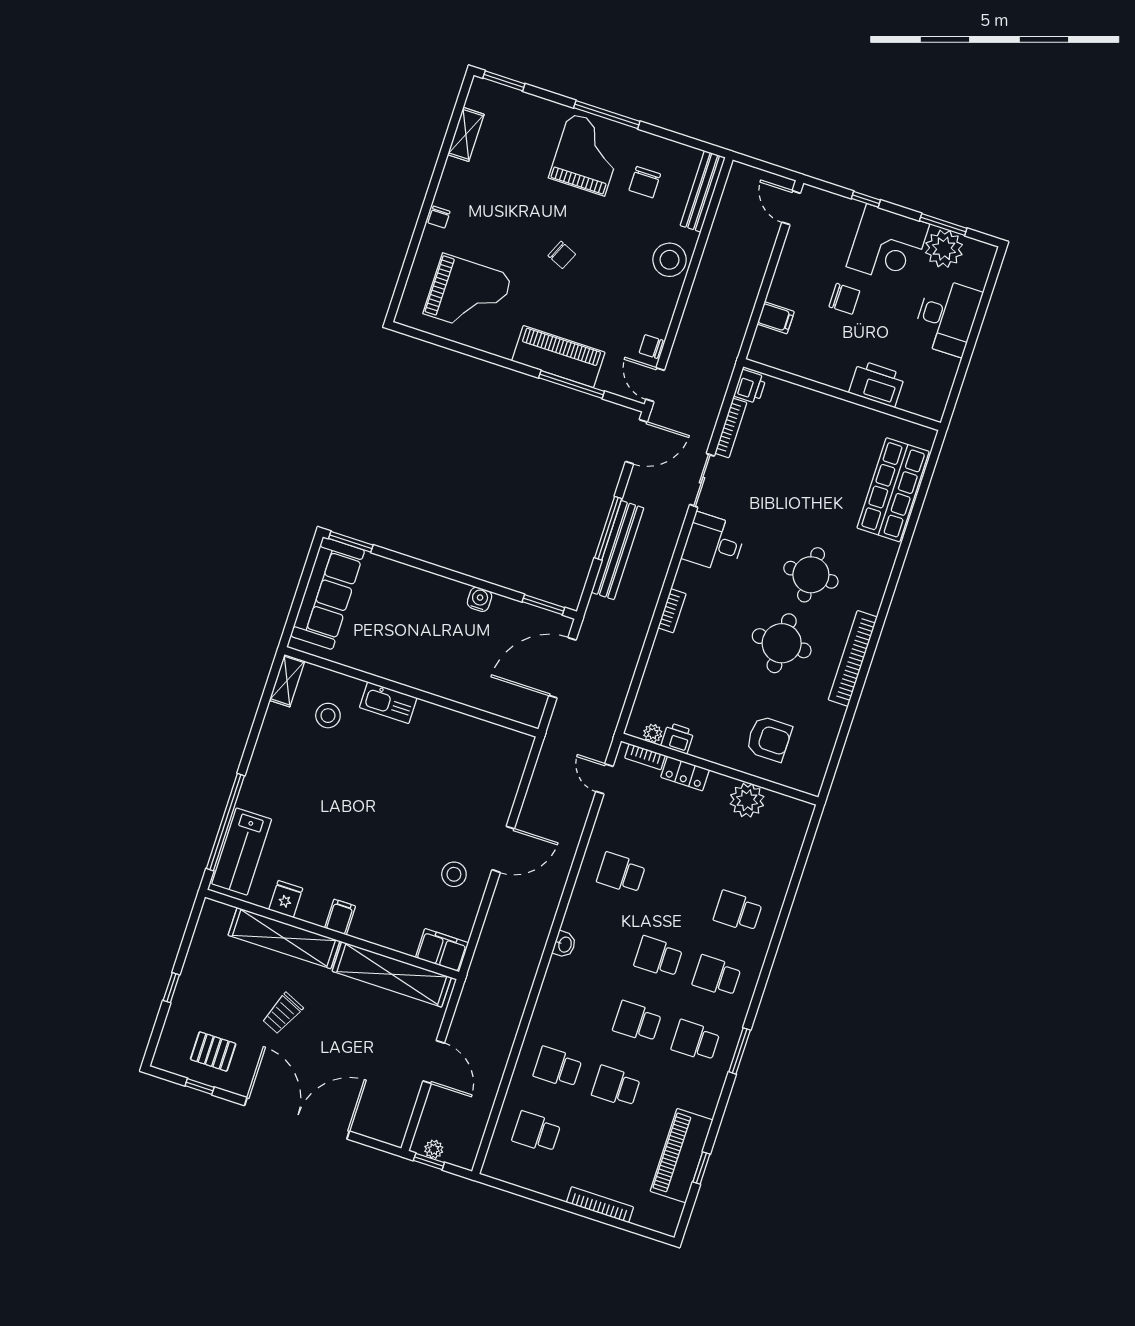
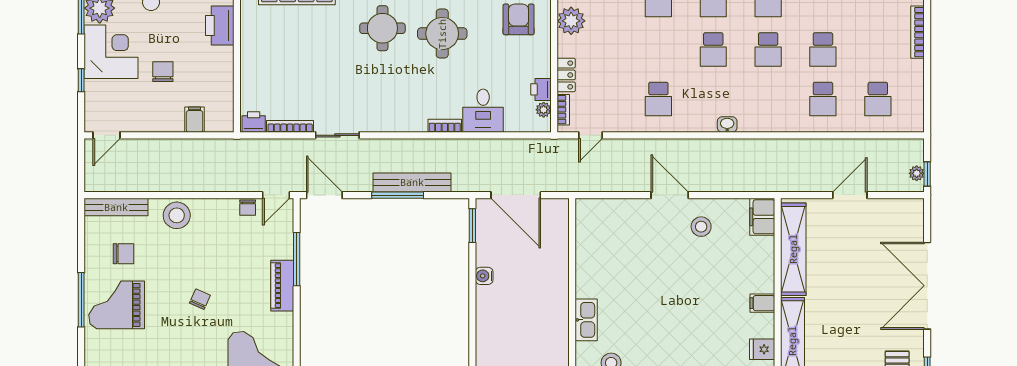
piano: (558, 357) -> (282, 286), width x0.73, depth x0.75
desk: (714, 543) -> (483, 111), moved
trolley: (283, 1013) -> (851, 323), removed

